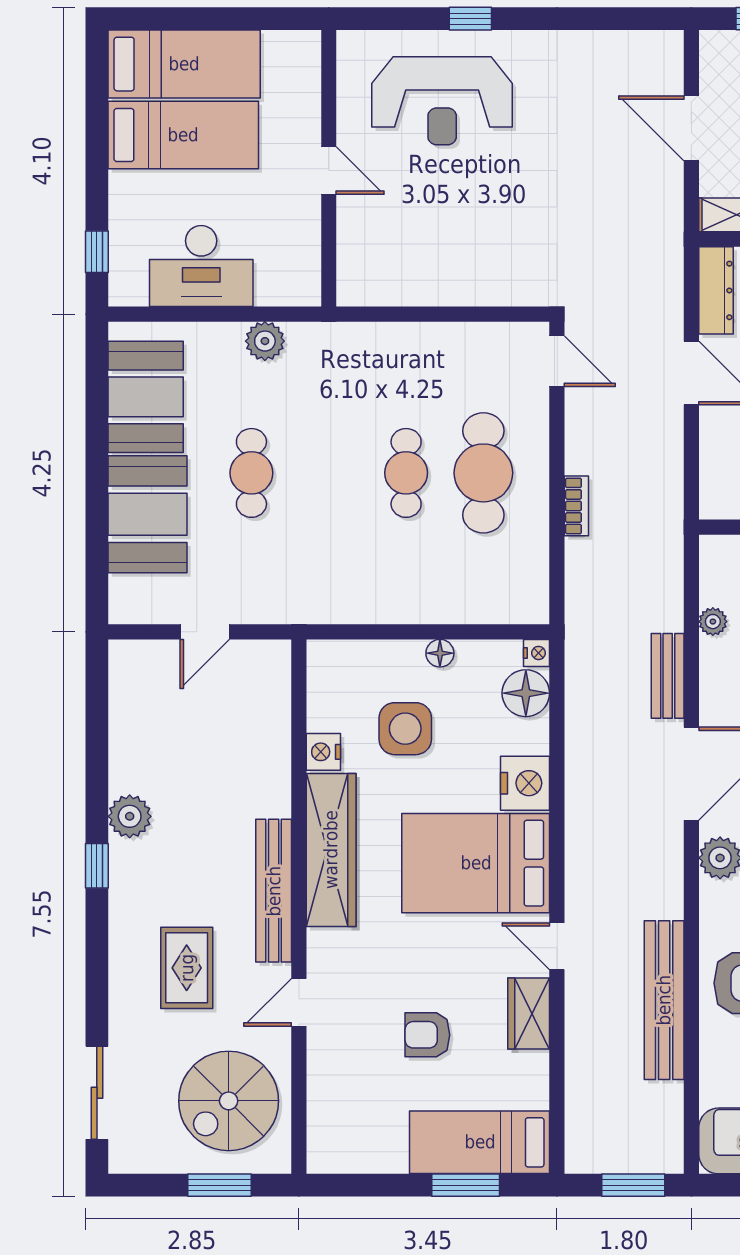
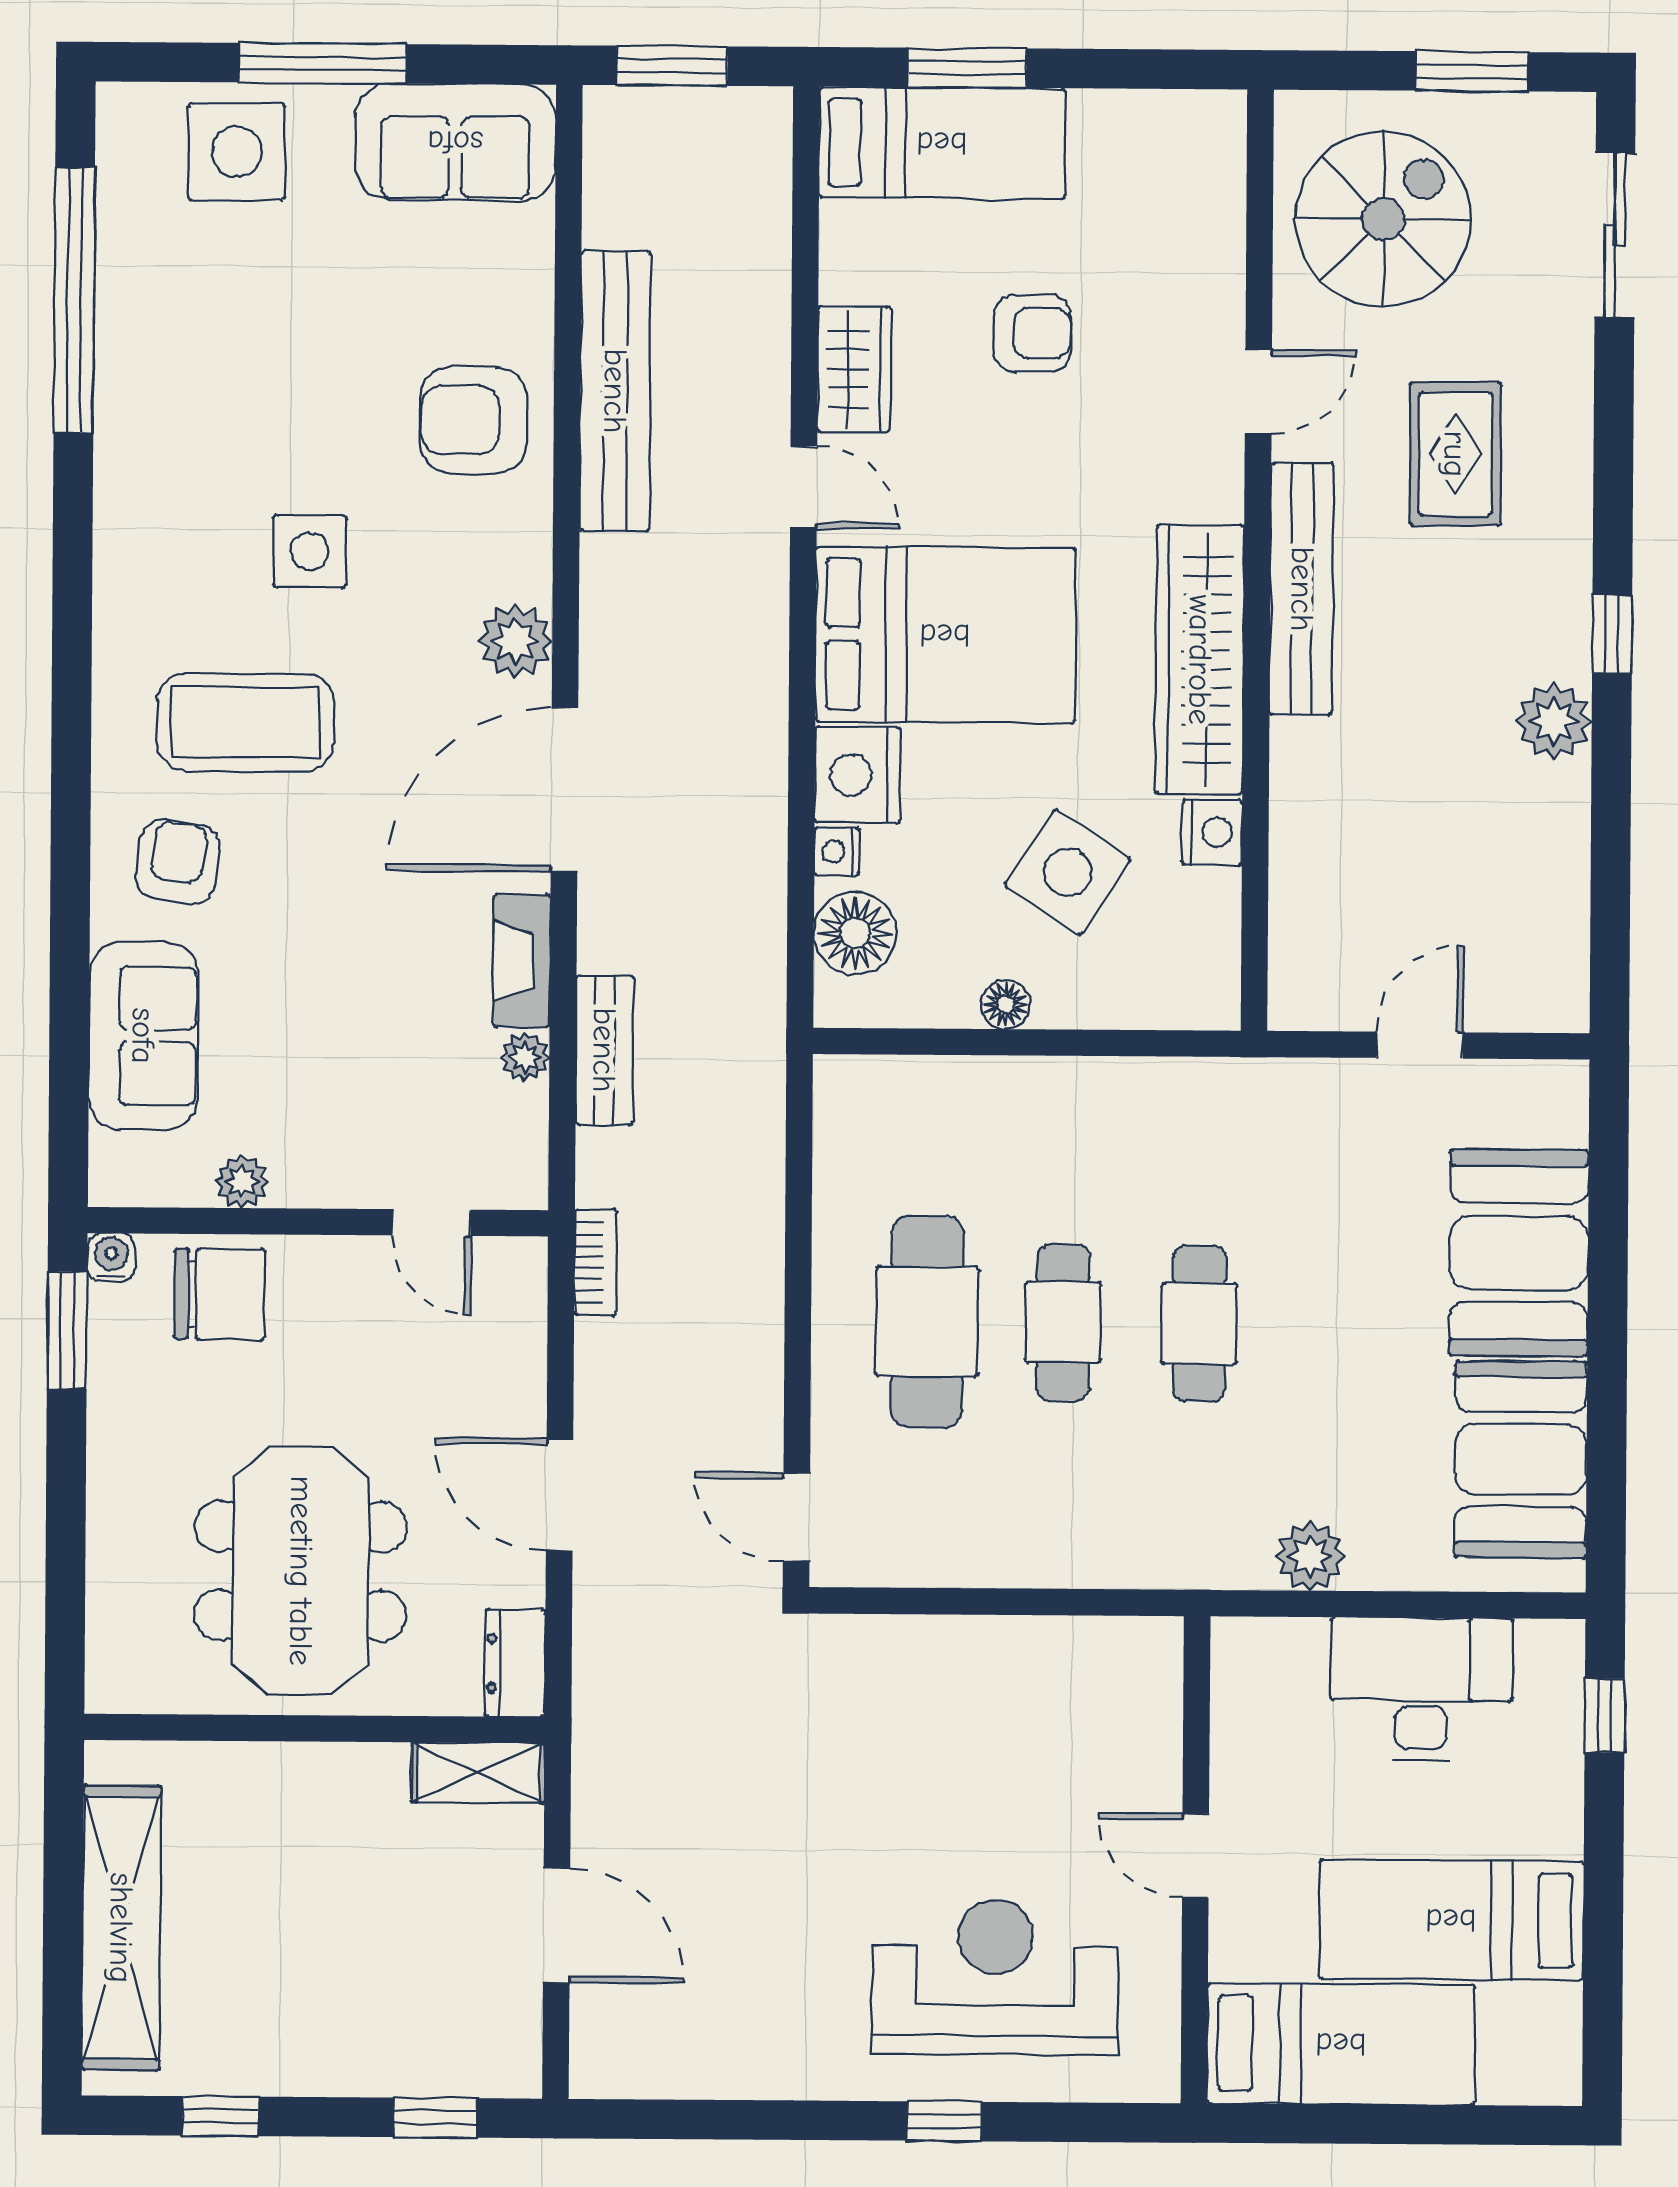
bed: (184, 64) -> (1341, 2044), moved, turned 180
dresser: (716, 290) -> (515, 1663), width x0.70
cafe table: (251, 473) -> (1199, 1323), moved
bookcase: (576, 506) -> (596, 1262), moved, turned 180
nightstand: (536, 653) -> (837, 852), moved
bench: (668, 676) -> (604, 1050), moved
fireplace: (715, 676) -> (522, 961), added
side table: (405, 729) -> (1068, 872), turned 33
window: (219, 1185) -> (1472, 71), moved

